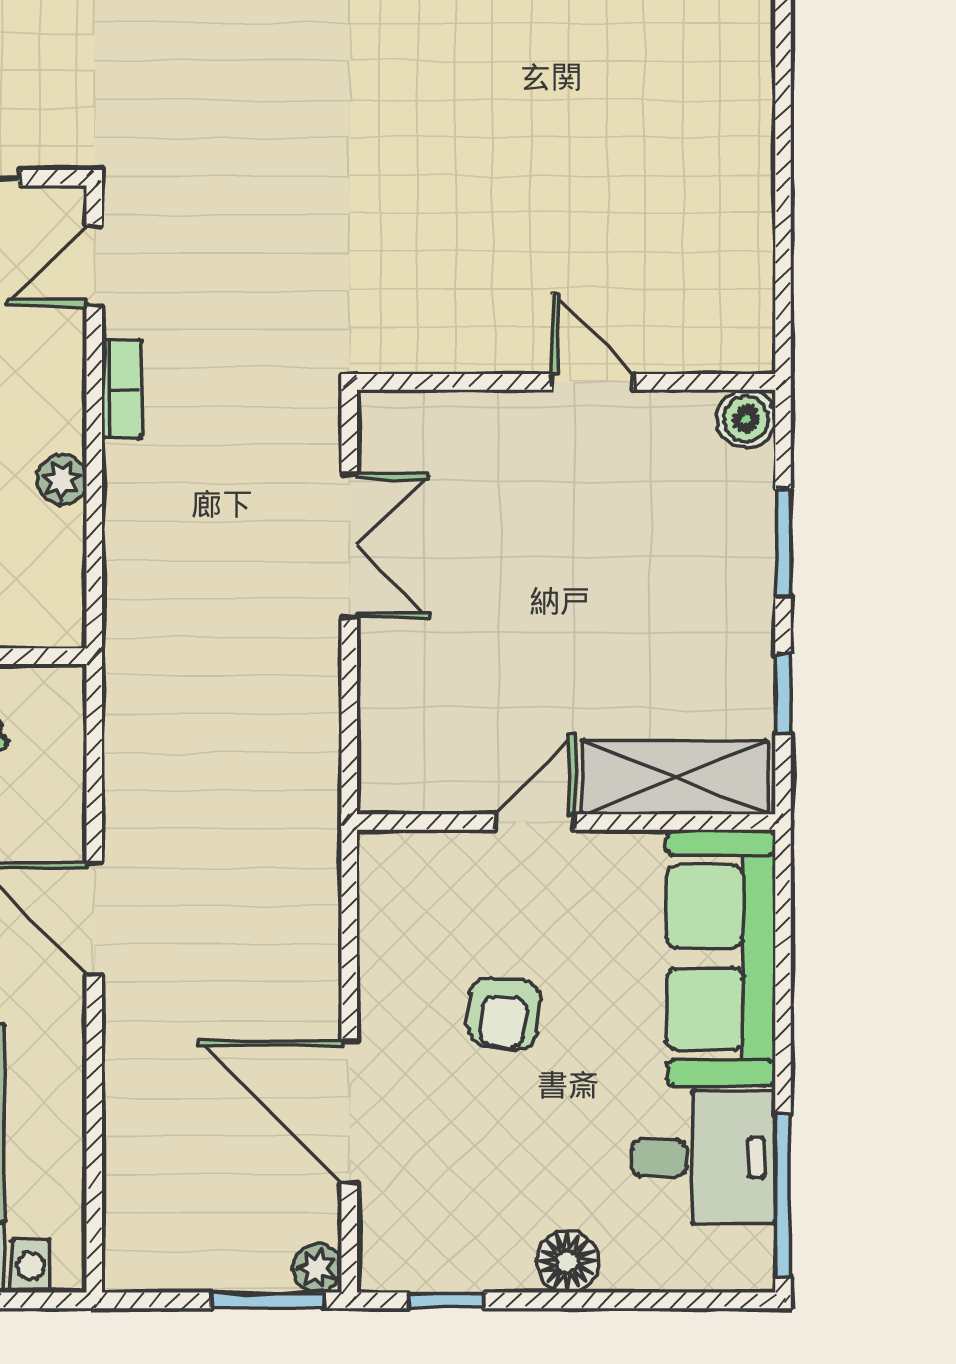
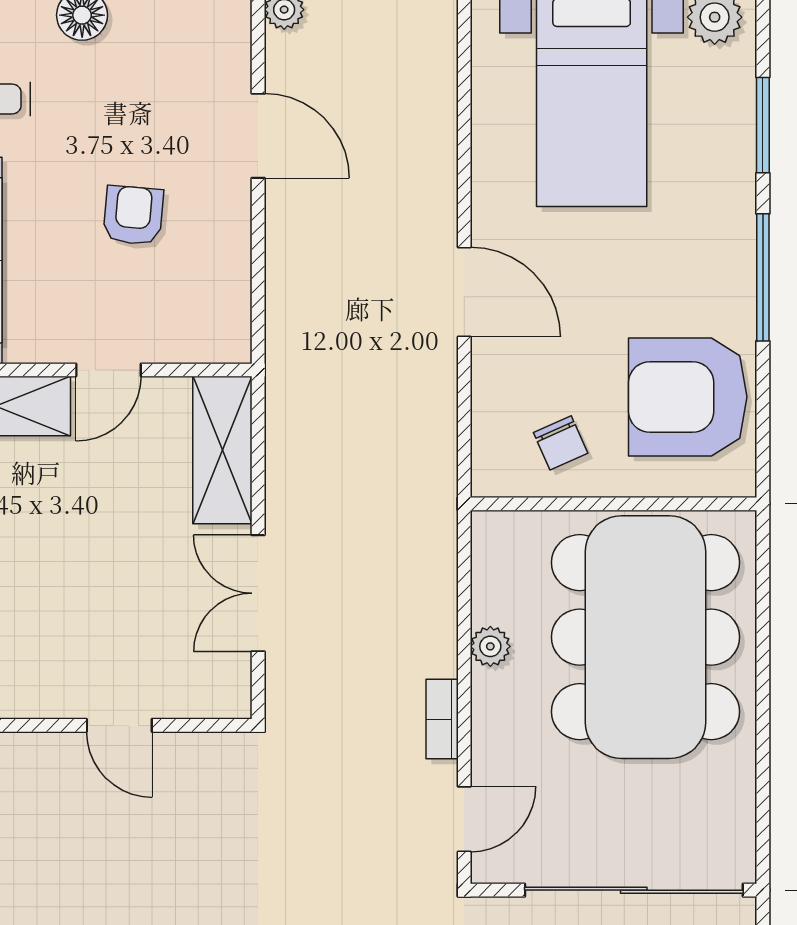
door: (593, 382) -> (119, 725), moved
shelving: (394, 723) -> (222, 450), added
door: (349, 1112) -> (258, 136), width x0.73

